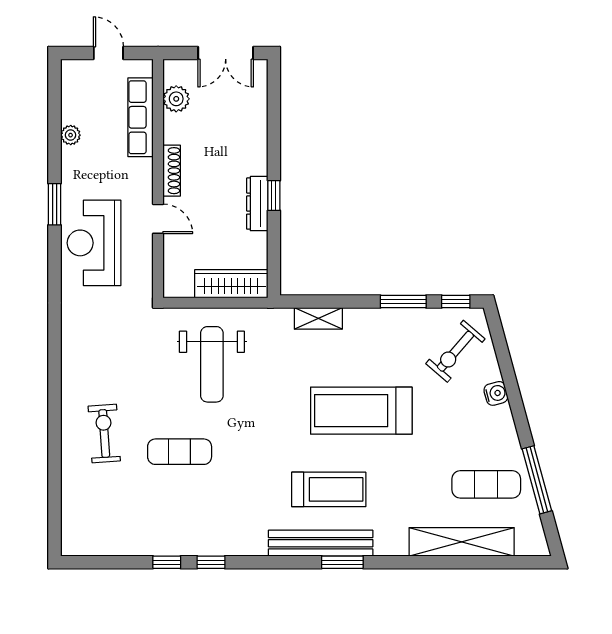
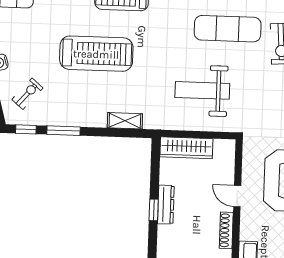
exercise bike: (455, 351) -> (27, 94), width x0.73, depth x0.72
weight bench: (212, 364) -> (202, 90), turned -90
exercise mat: (180, 452) -> (228, 29), width x1.36, depth x1.45

